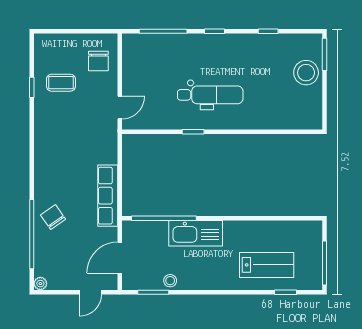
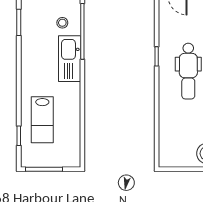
stool: (170, 281) -> (62, 23), moved

